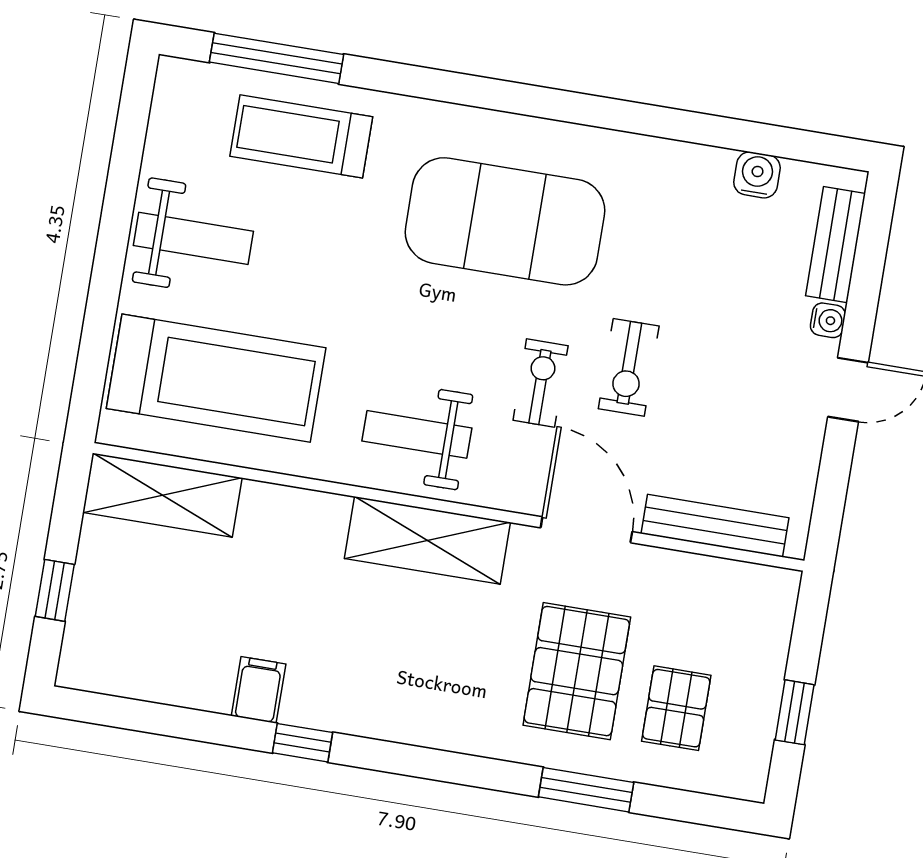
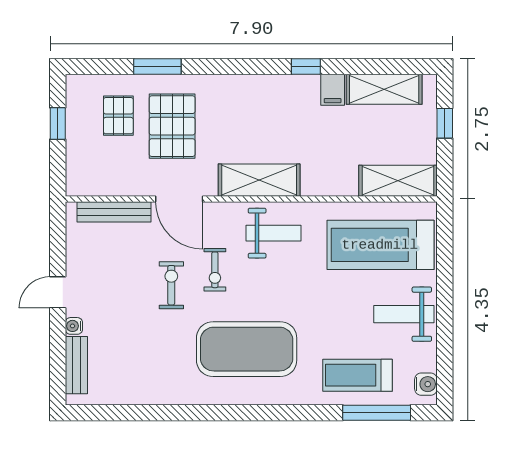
treadmill: (301, 136) -> (358, 375), turned 180
water cooler: (757, 175) -> (426, 384), moved, turned -90
shelving: (160, 674) -> (384, 89), added

